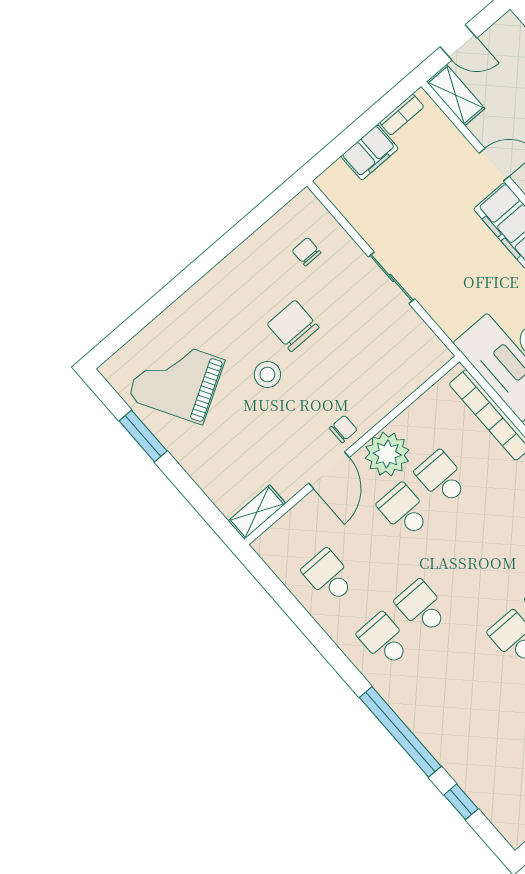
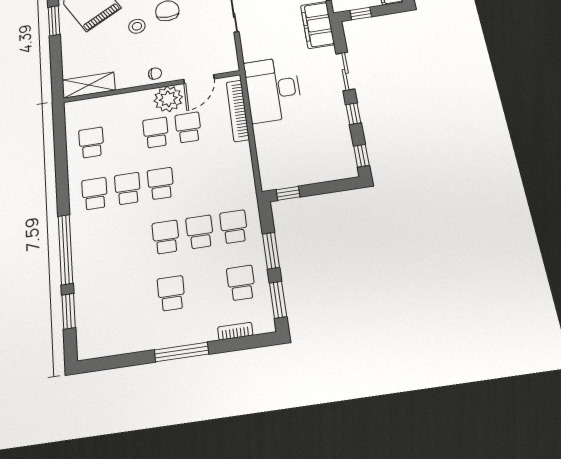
door: (329, 470) -> (199, 79), moved
shelving: (257, 512) -> (89, 85), width x1.50, depth x1.33
school desk: (460, 574) -> (161, 184), added
window: (461, 802) -> (69, 311), width x1.50

